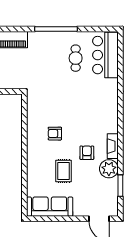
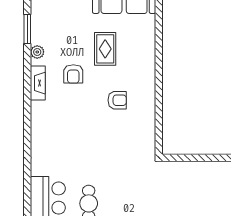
plant: (109, 169) -> (37, 52), width x0.53, depth x0.53

